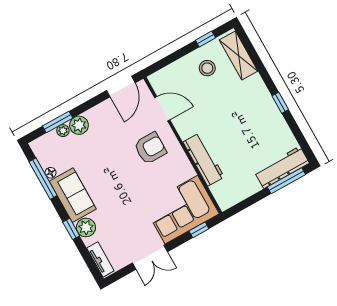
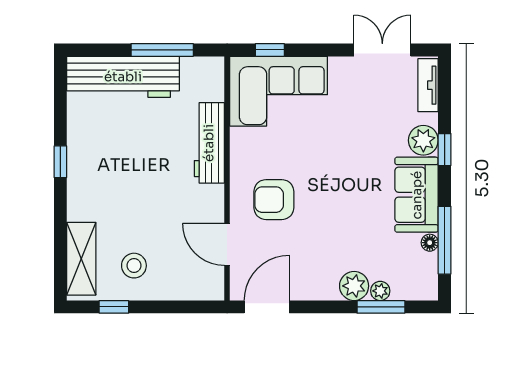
workbench: (282, 167) -> (123, 77), width x1.36, depth x1.32
window: (286, 181) -> (162, 50), moved
double door: (150, 257) -> (382, 50), moved

